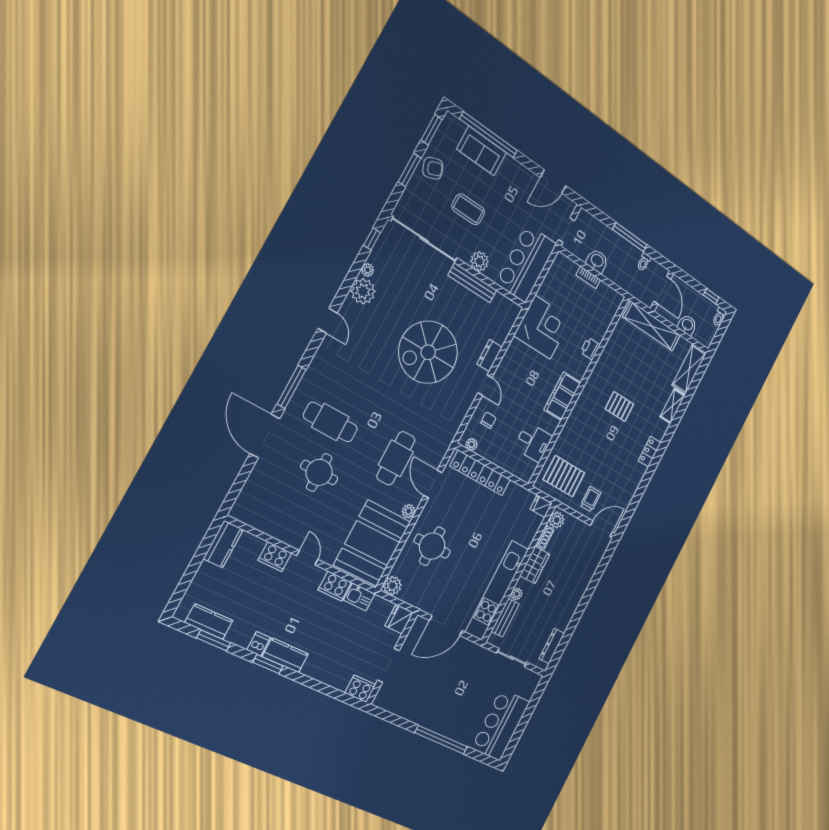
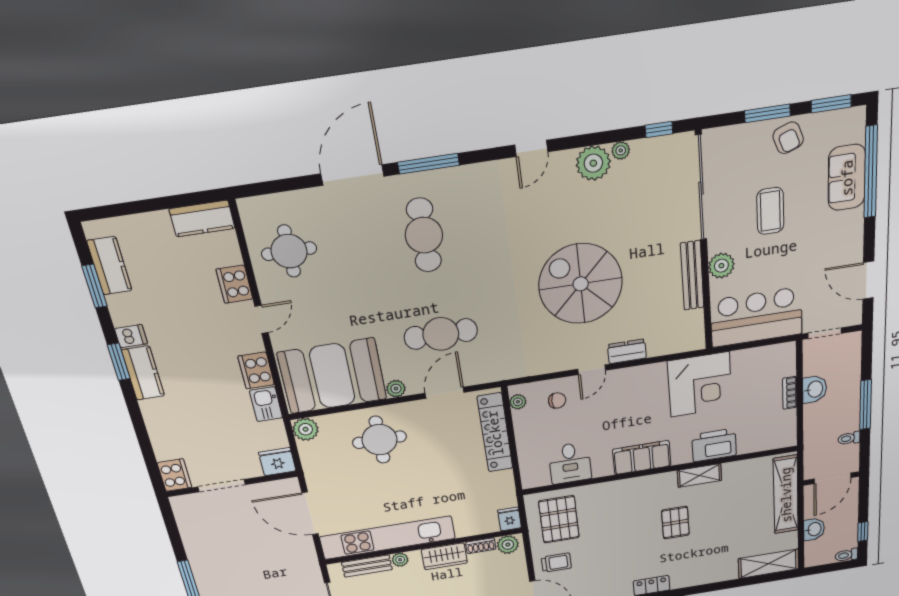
printer: (590, 348) -> (714, 445), width x1.87, depth x1.48
shelving: (672, 406) -> (699, 475), moved
round table: (319, 472) -> (289, 251), moved

